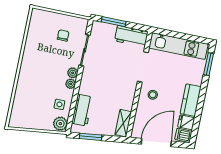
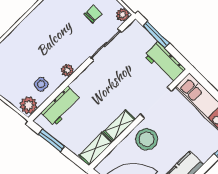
plant: (73, 73) -> (123, 15), moved
stool: (153, 95) -> (147, 139), width x1.89, depth x1.89
shelving: (129, 97) -> (120, 125), added

